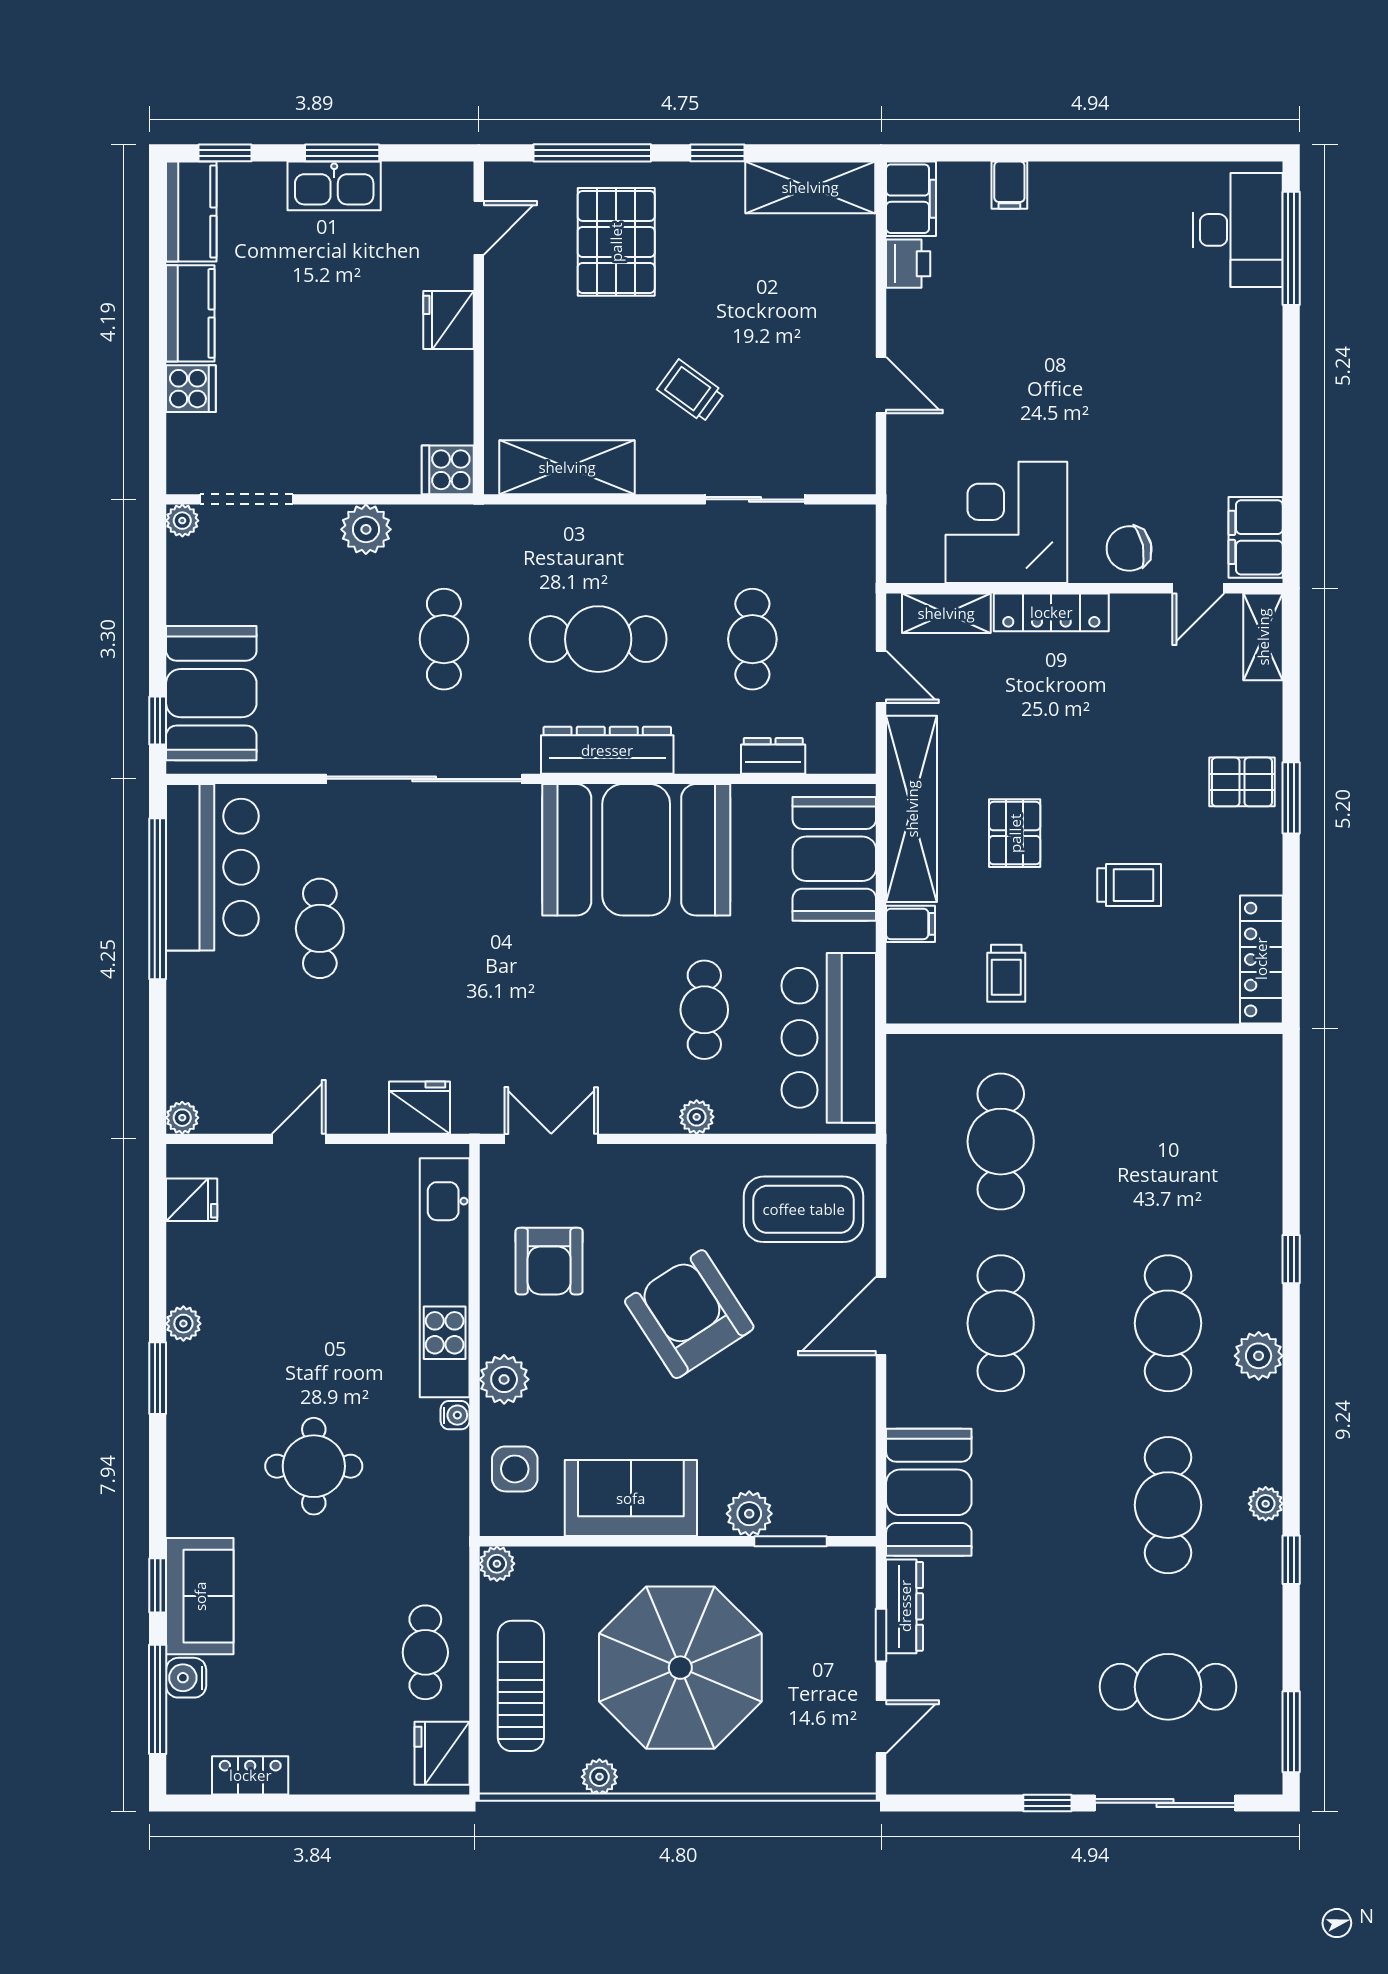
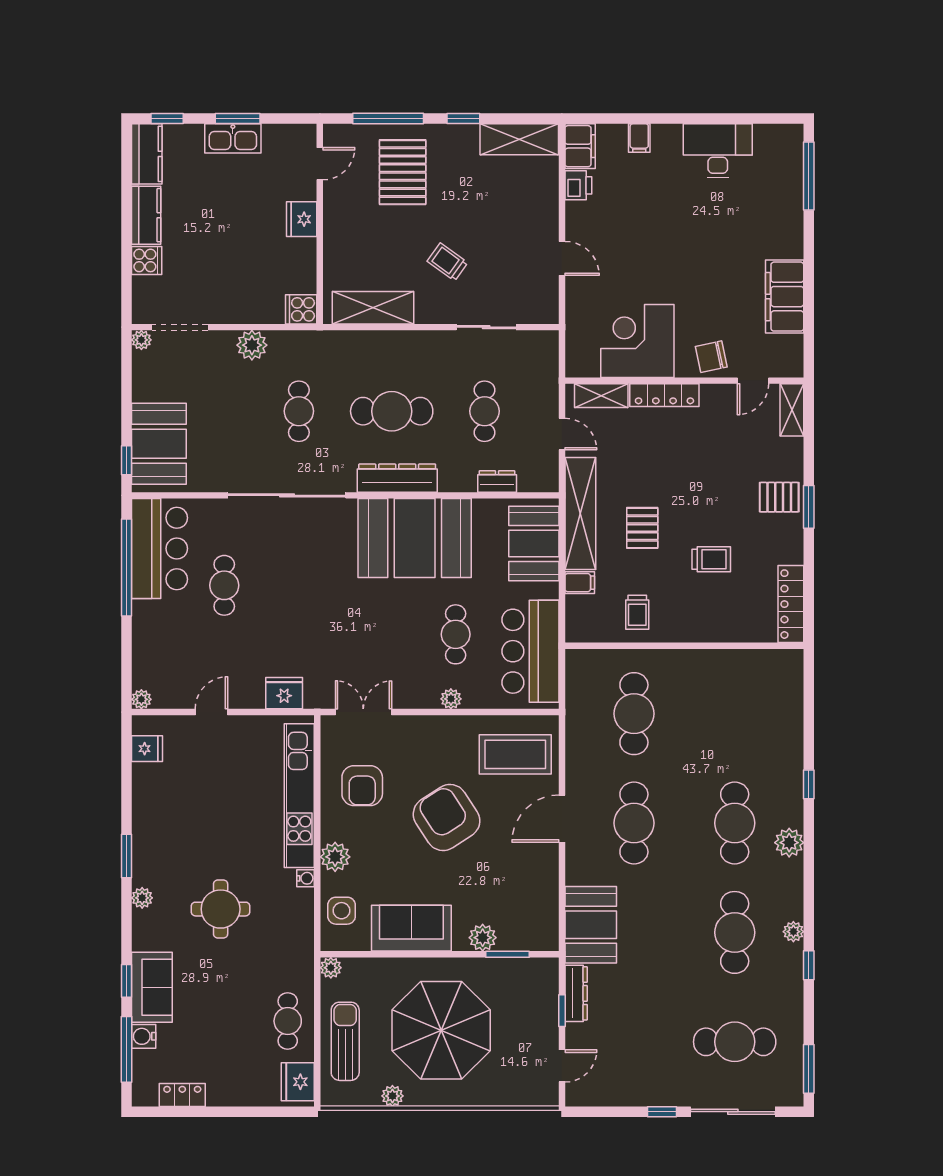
desk: (1238, 230) -> (718, 151), moved, turned -90
filing cabinet: (1256, 537) -> (785, 297), moved, width x1.50, depth x1.17
plant: (183, 1324) -> (142, 898), moved

